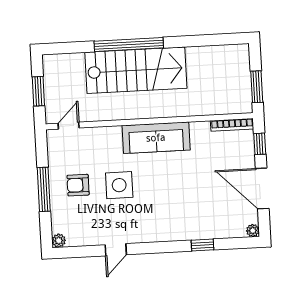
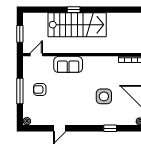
window: (129, 45) -> (74, 10), width x0.32
sofa: (156, 138) -> (68, 64), moved, width x0.73
side table: (119, 185) -> (104, 96), moved

